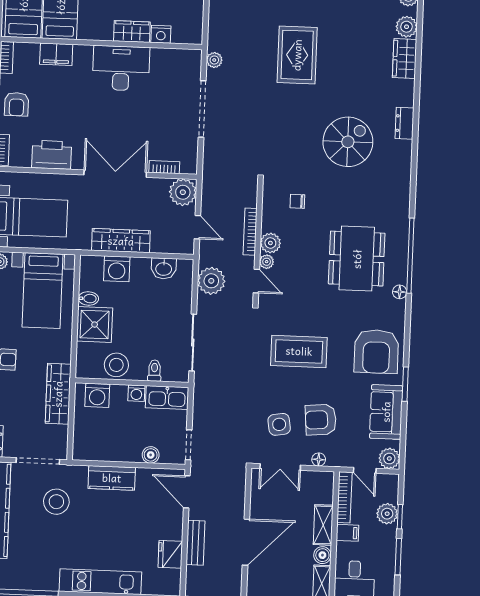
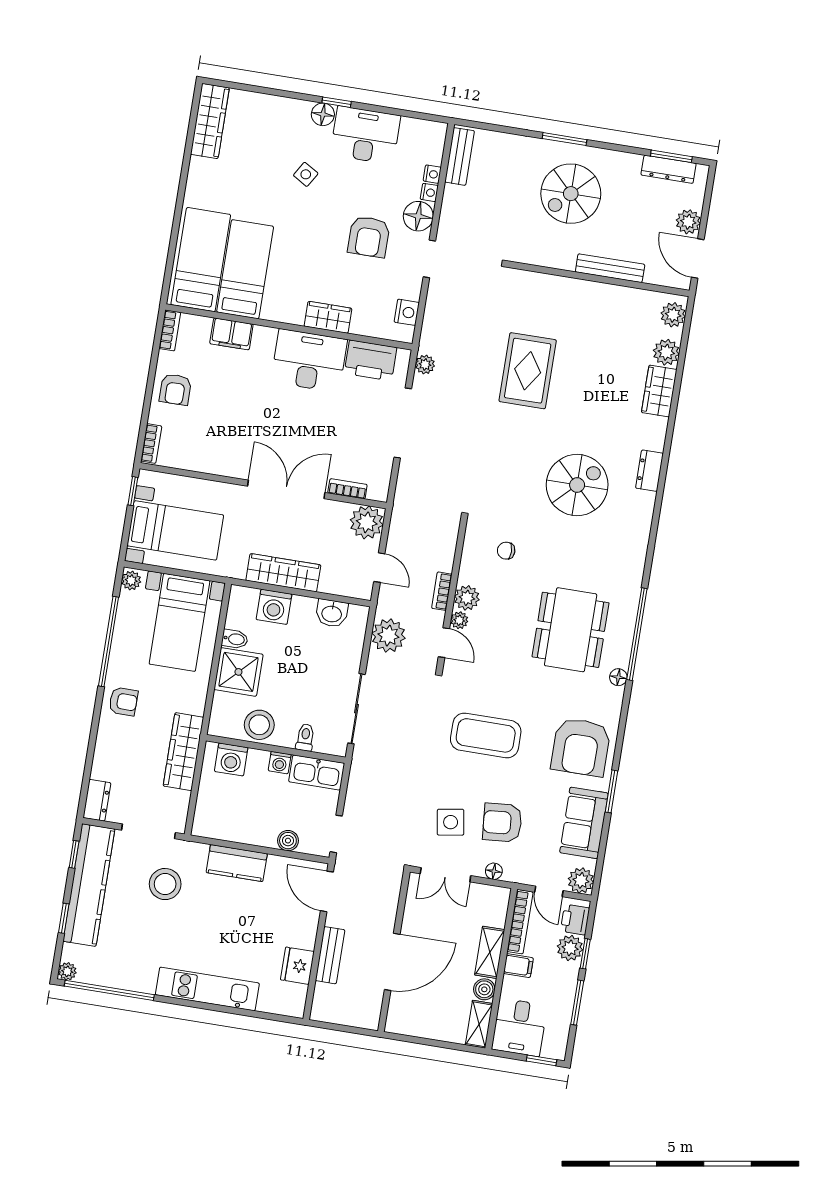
nightstand: (161, 34) -> (407, 312), moved, turned -90
printer: (52, 155) -> (371, 360), moved, turned 180
bookcase: (250, 232) -> (442, 591), width x0.64
printer: (388, 490) -> (575, 920), added

